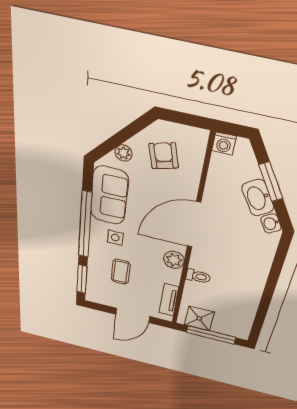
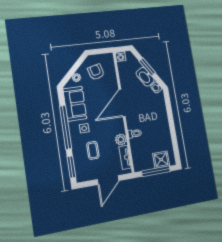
plant: (174, 260) -> (121, 140), moved
shower: (199, 318) -> (161, 160), moved

